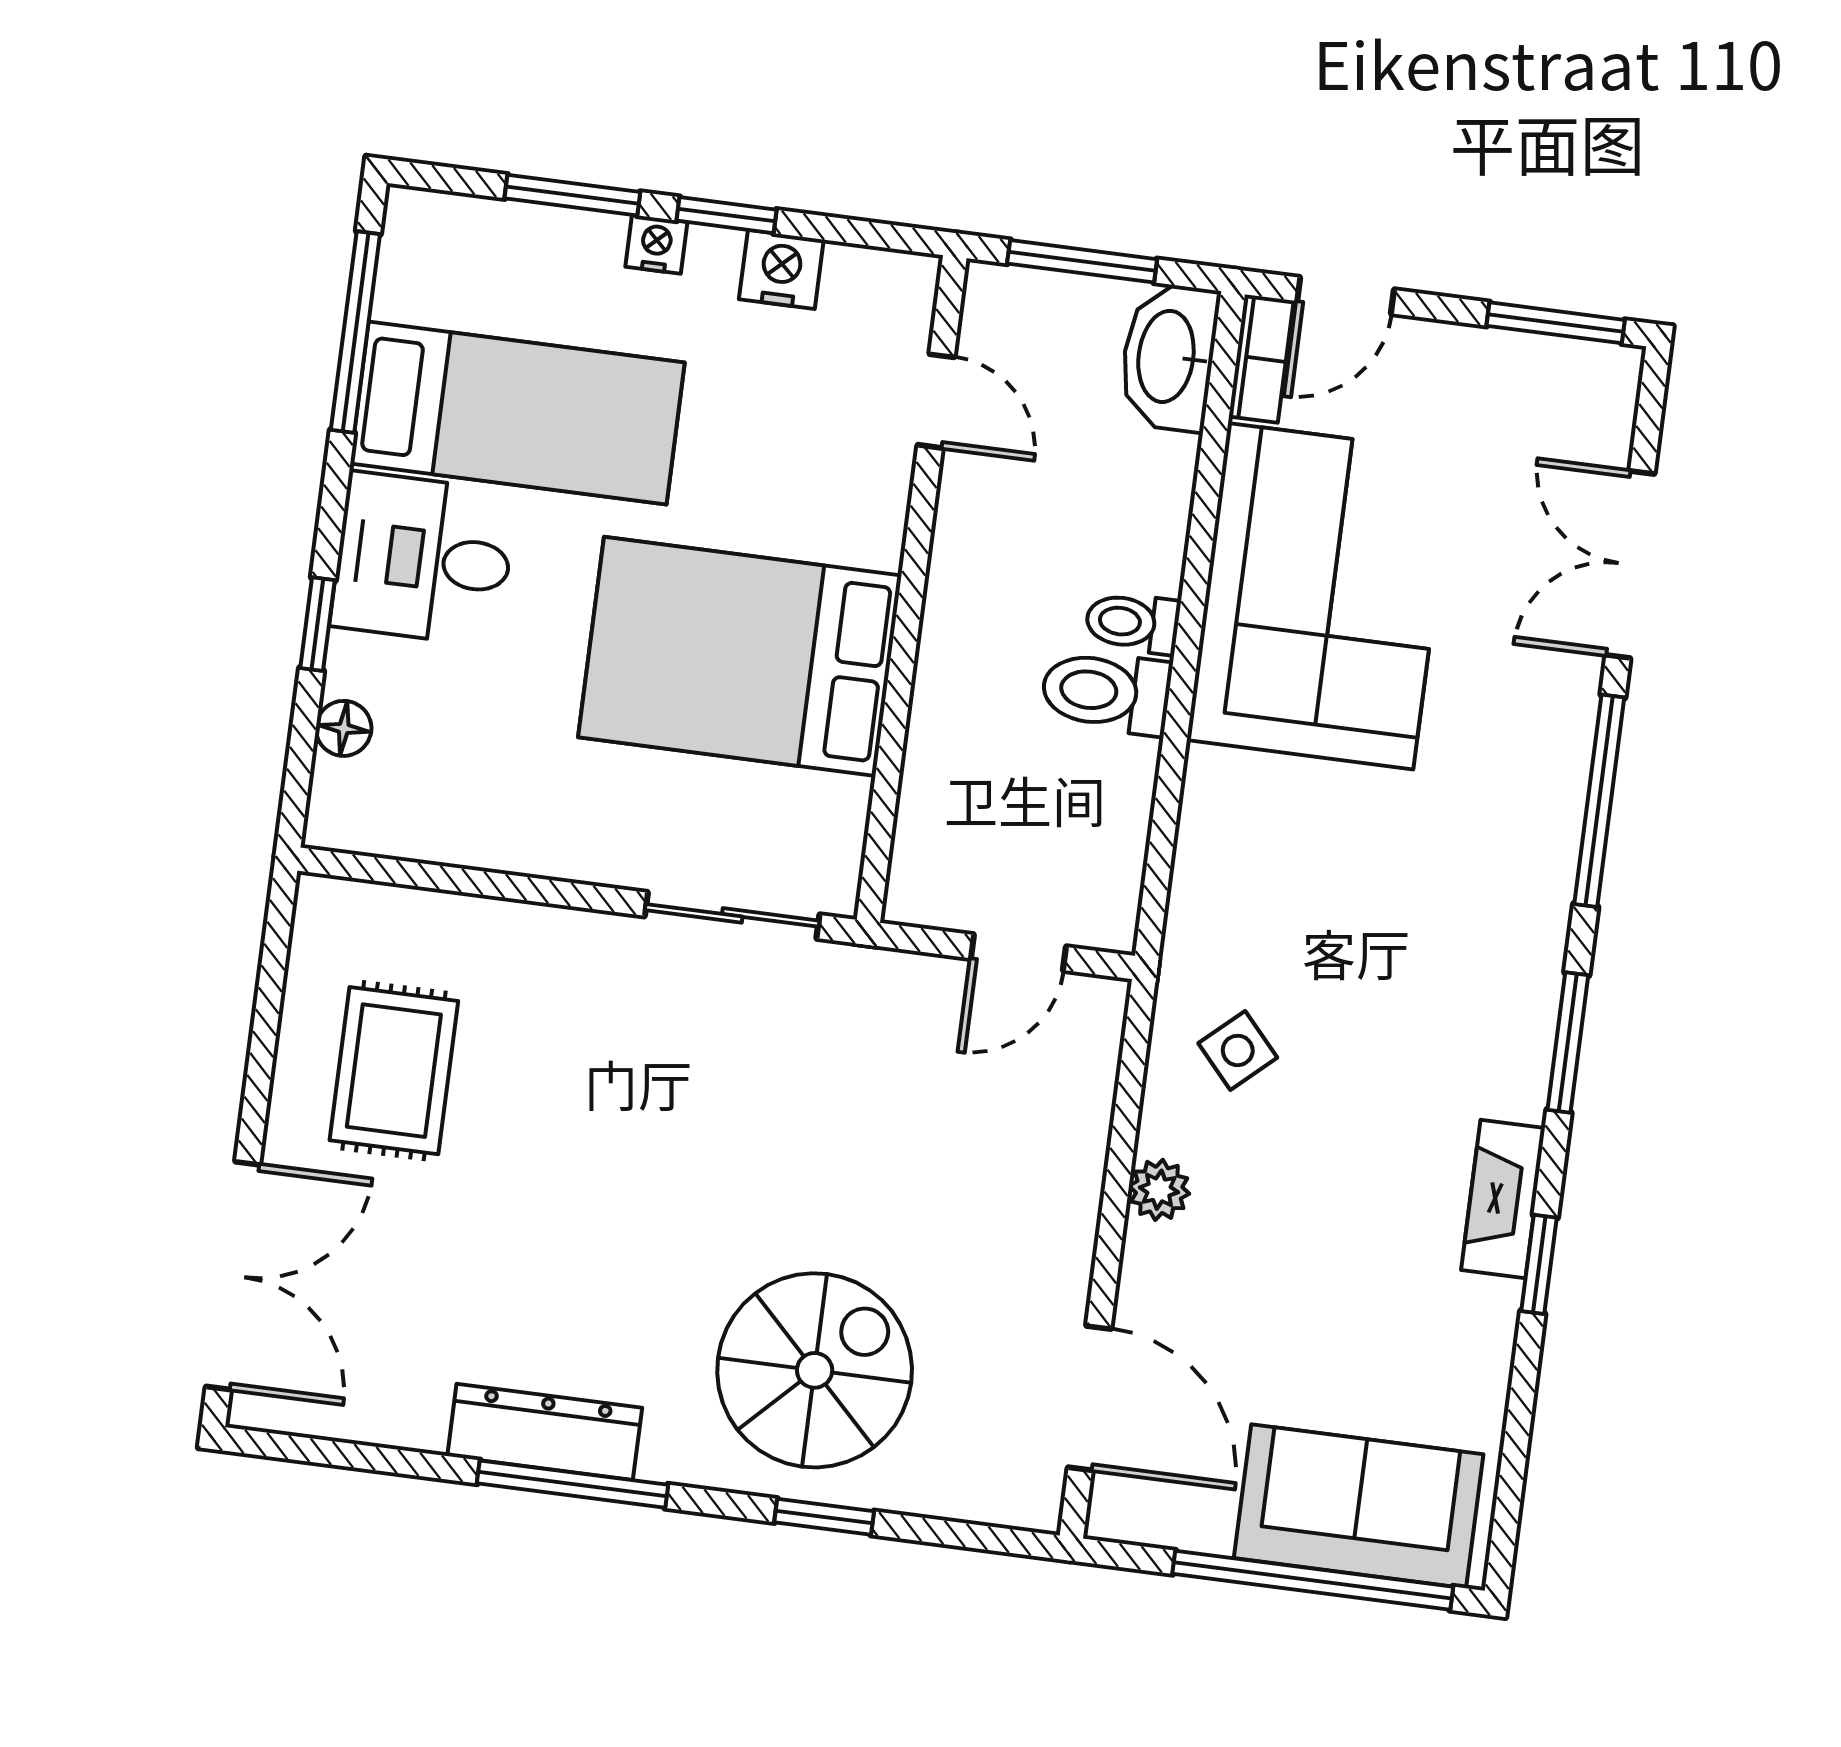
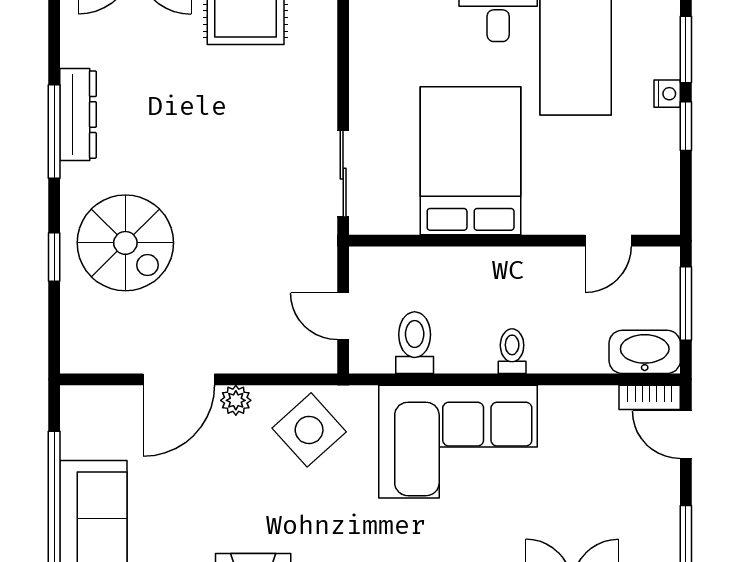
nightstand: (781, 269) -> (663, 157), removed
corner sofa: (1320, 596) -> (458, 442), moved
toilet: (1106, 692) -> (415, 343), moved
side table: (1238, 1050) -> (309, 430), width x1.87, depth x1.87
door: (1089, 1398) -> (179, 379), moved

